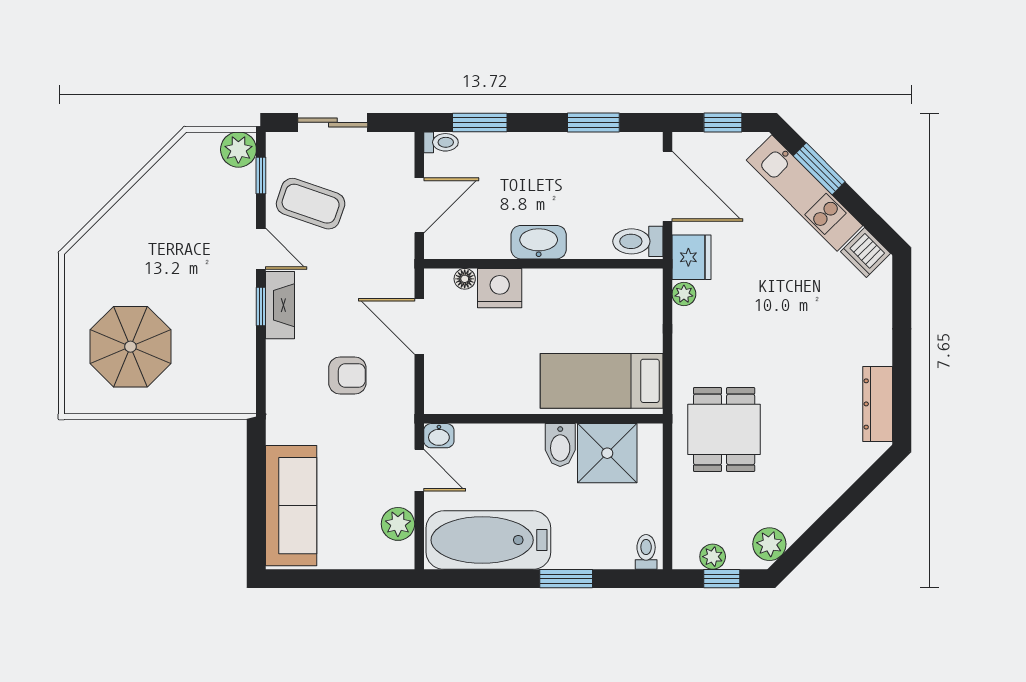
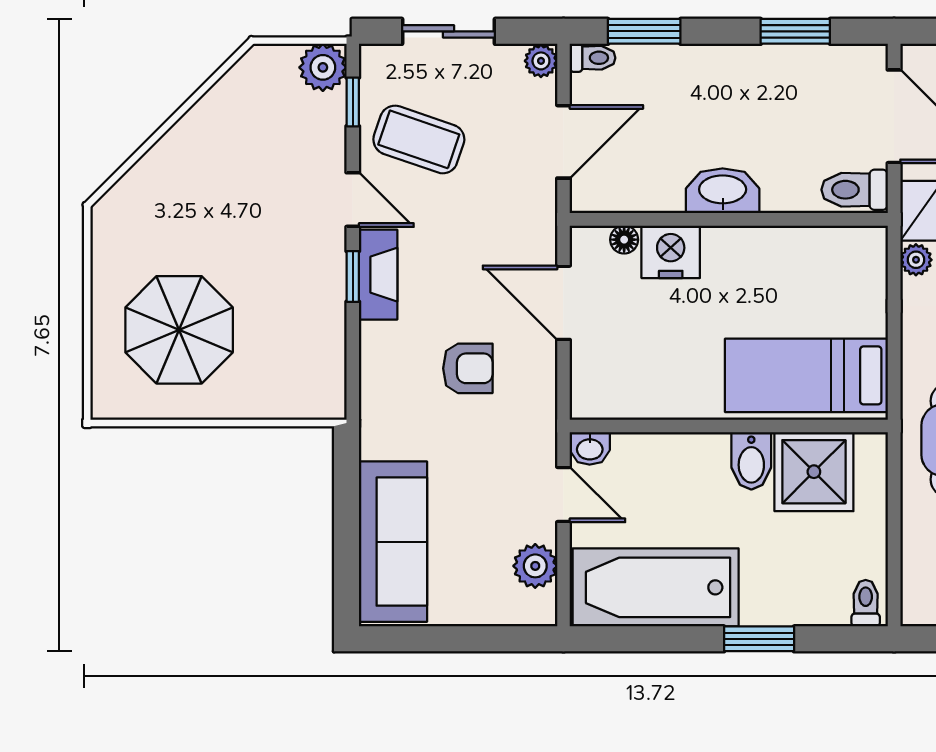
plant: (402, 145) -> (541, 61), added

